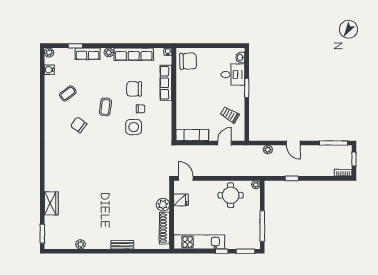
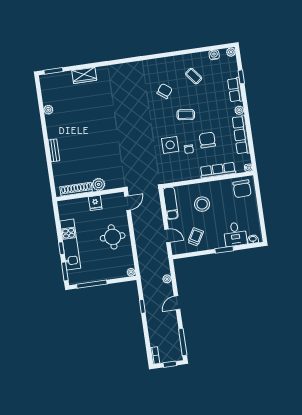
stool: (198, 104) -> (202, 204), added
round table: (231, 195) -> (113, 237), moved
fridge: (181, 200) -> (95, 203), moved
kitchen unit: (199, 242) -> (70, 245), moved

